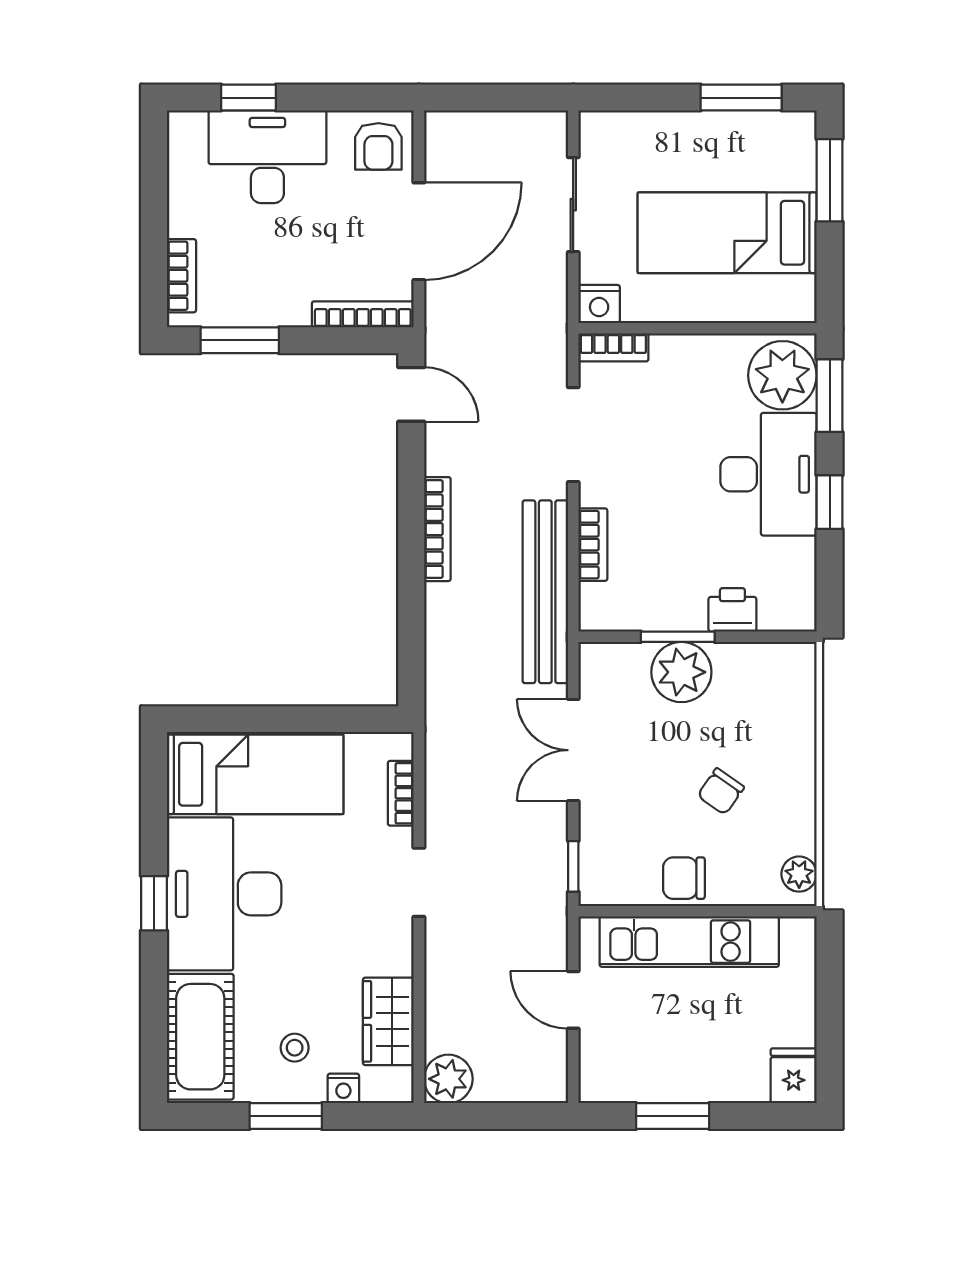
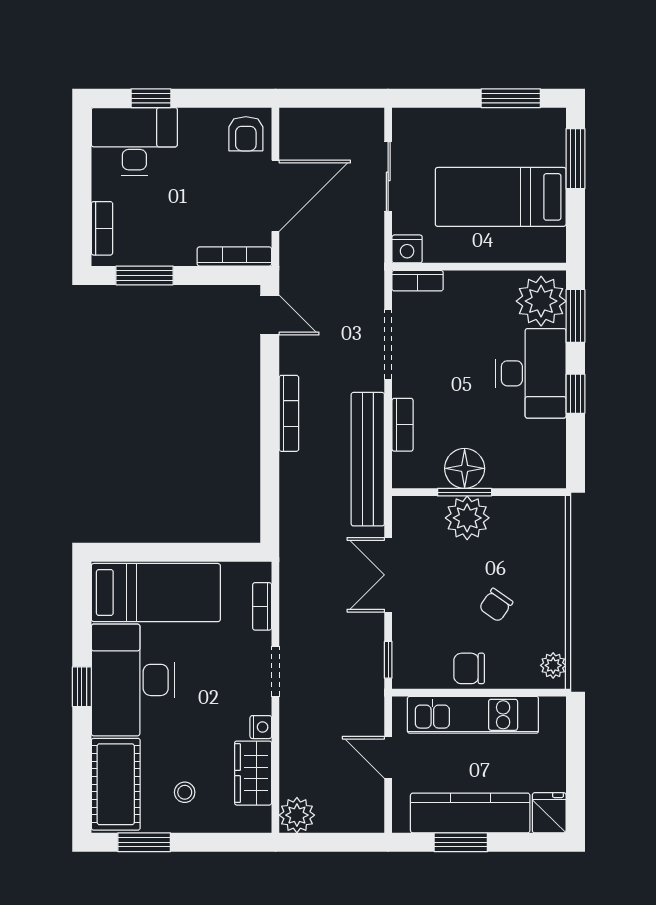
desk: (267, 157) -> (134, 141), moved
floor lamp: (678, 604) -> (465, 468), added
printer: (732, 610) -> (504, 472), removed
kitchen counter: (685, 1076) -> (470, 813), added
nightstand: (343, 1088) -> (261, 727), moved, turned -90
window: (286, 1116) -> (144, 842), moved

